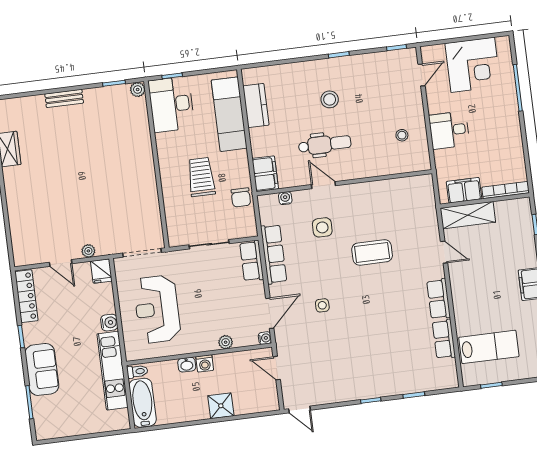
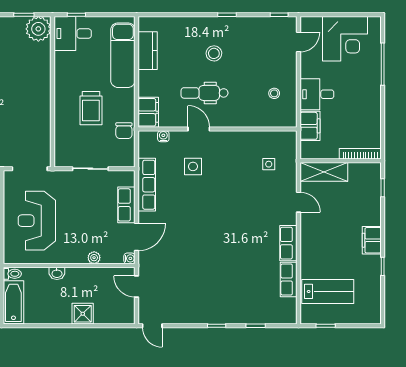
plant: (138, 90) -> (38, 29), width x1.88, depth x1.88
desk: (171, 104) -> (73, 34), width x0.73
dental chair: (325, 144) -> (204, 93), turned 180
trolley: (201, 177) -> (91, 108), turned 180
filing cabinet: (464, 190) -> (310, 126), moved, turned 90
coffee table: (372, 252) -> (234, 194), removed
row of seats: (252, 261) -> (126, 205), moved
side table: (322, 305) -> (269, 164), moved
washing machine: (205, 363) -> (73, 274), removed

